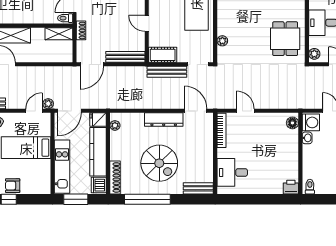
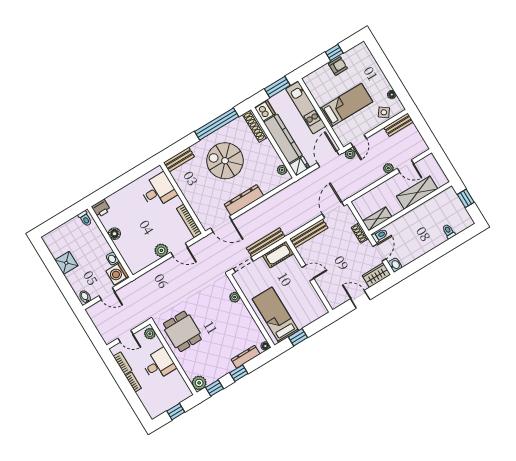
plant: (23, 71) -> (388, 168), added
plant: (261, 119) -> (161, 250), added
floor lamp: (292, 123) -> (114, 234), moved

